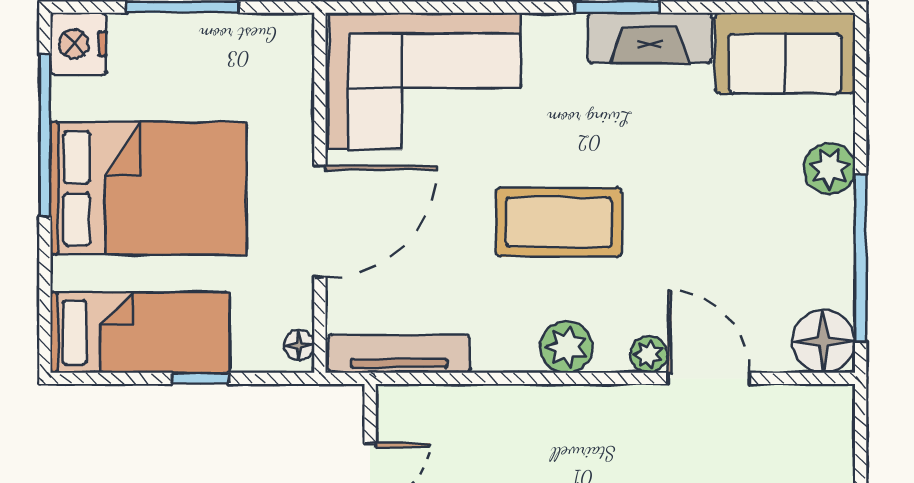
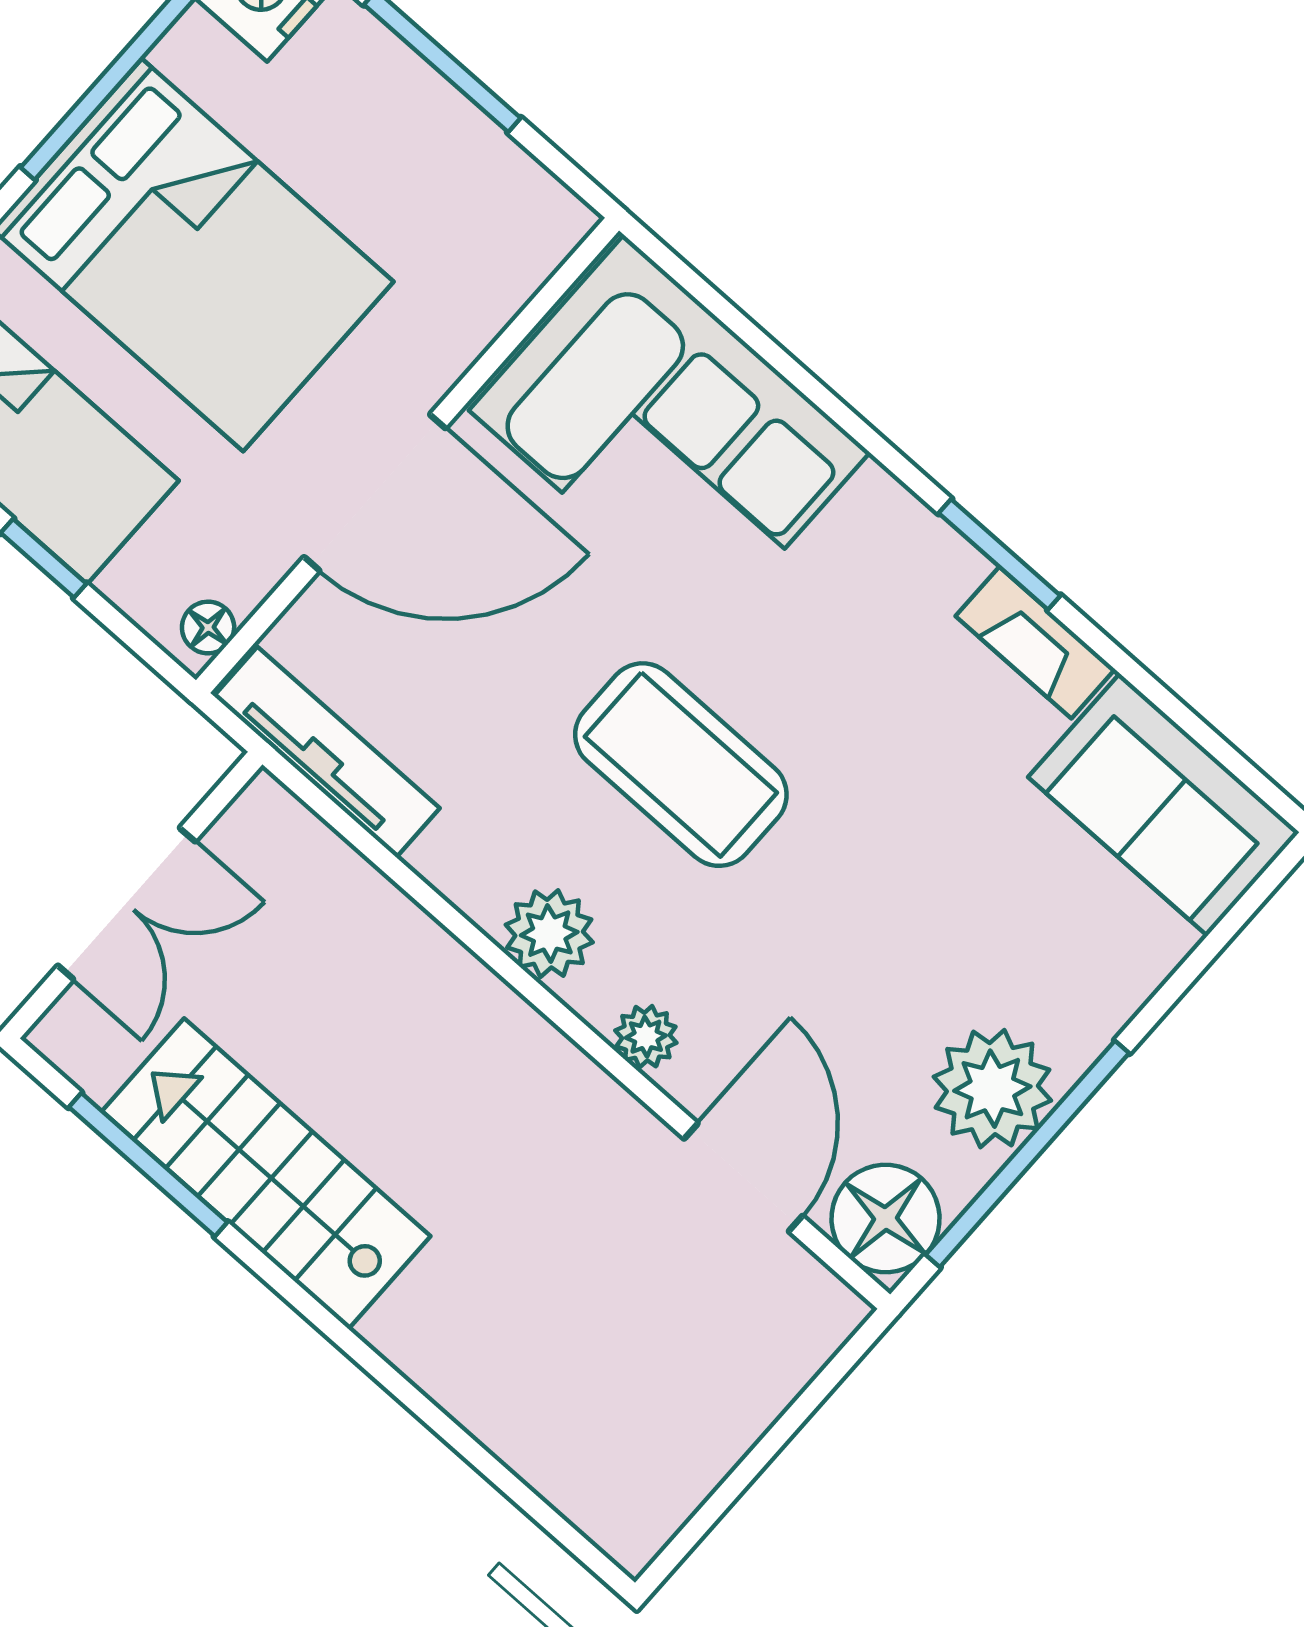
fireplace: (650, 38) -> (1035, 643), width x0.73, depth x0.76
plant: (829, 168) -> (992, 1089), moved, width x1.36, depth x1.36
door: (709, 378) -> (743, 1177), moved

